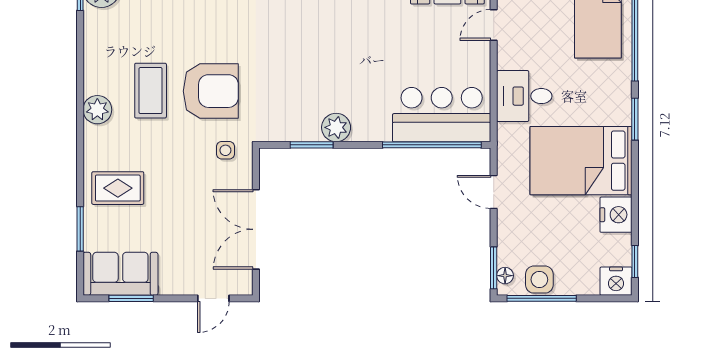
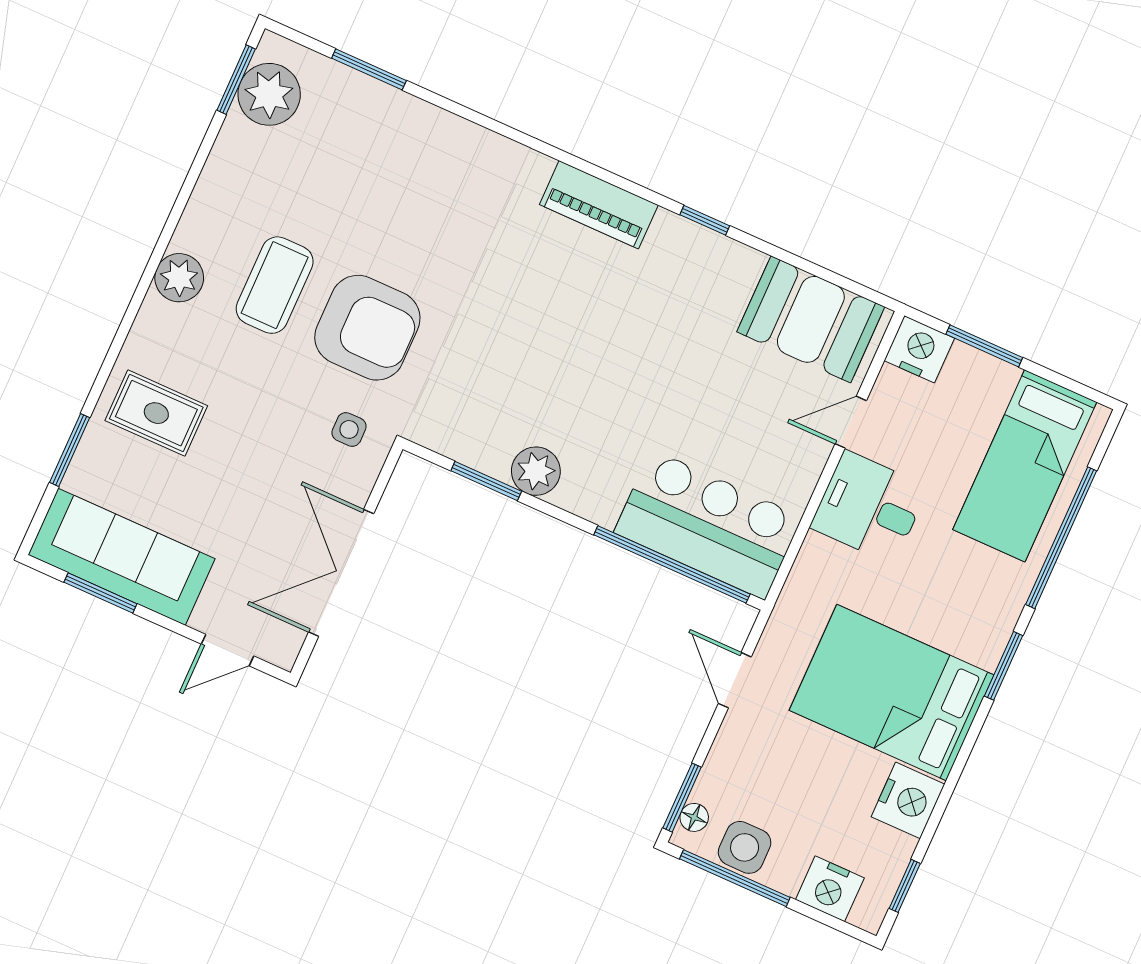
desk: (524, 96) -> (869, 507), moved
sofa: (120, 274) -> (122, 557), width x1.36
nightstand: (616, 281) -> (830, 889), moved

